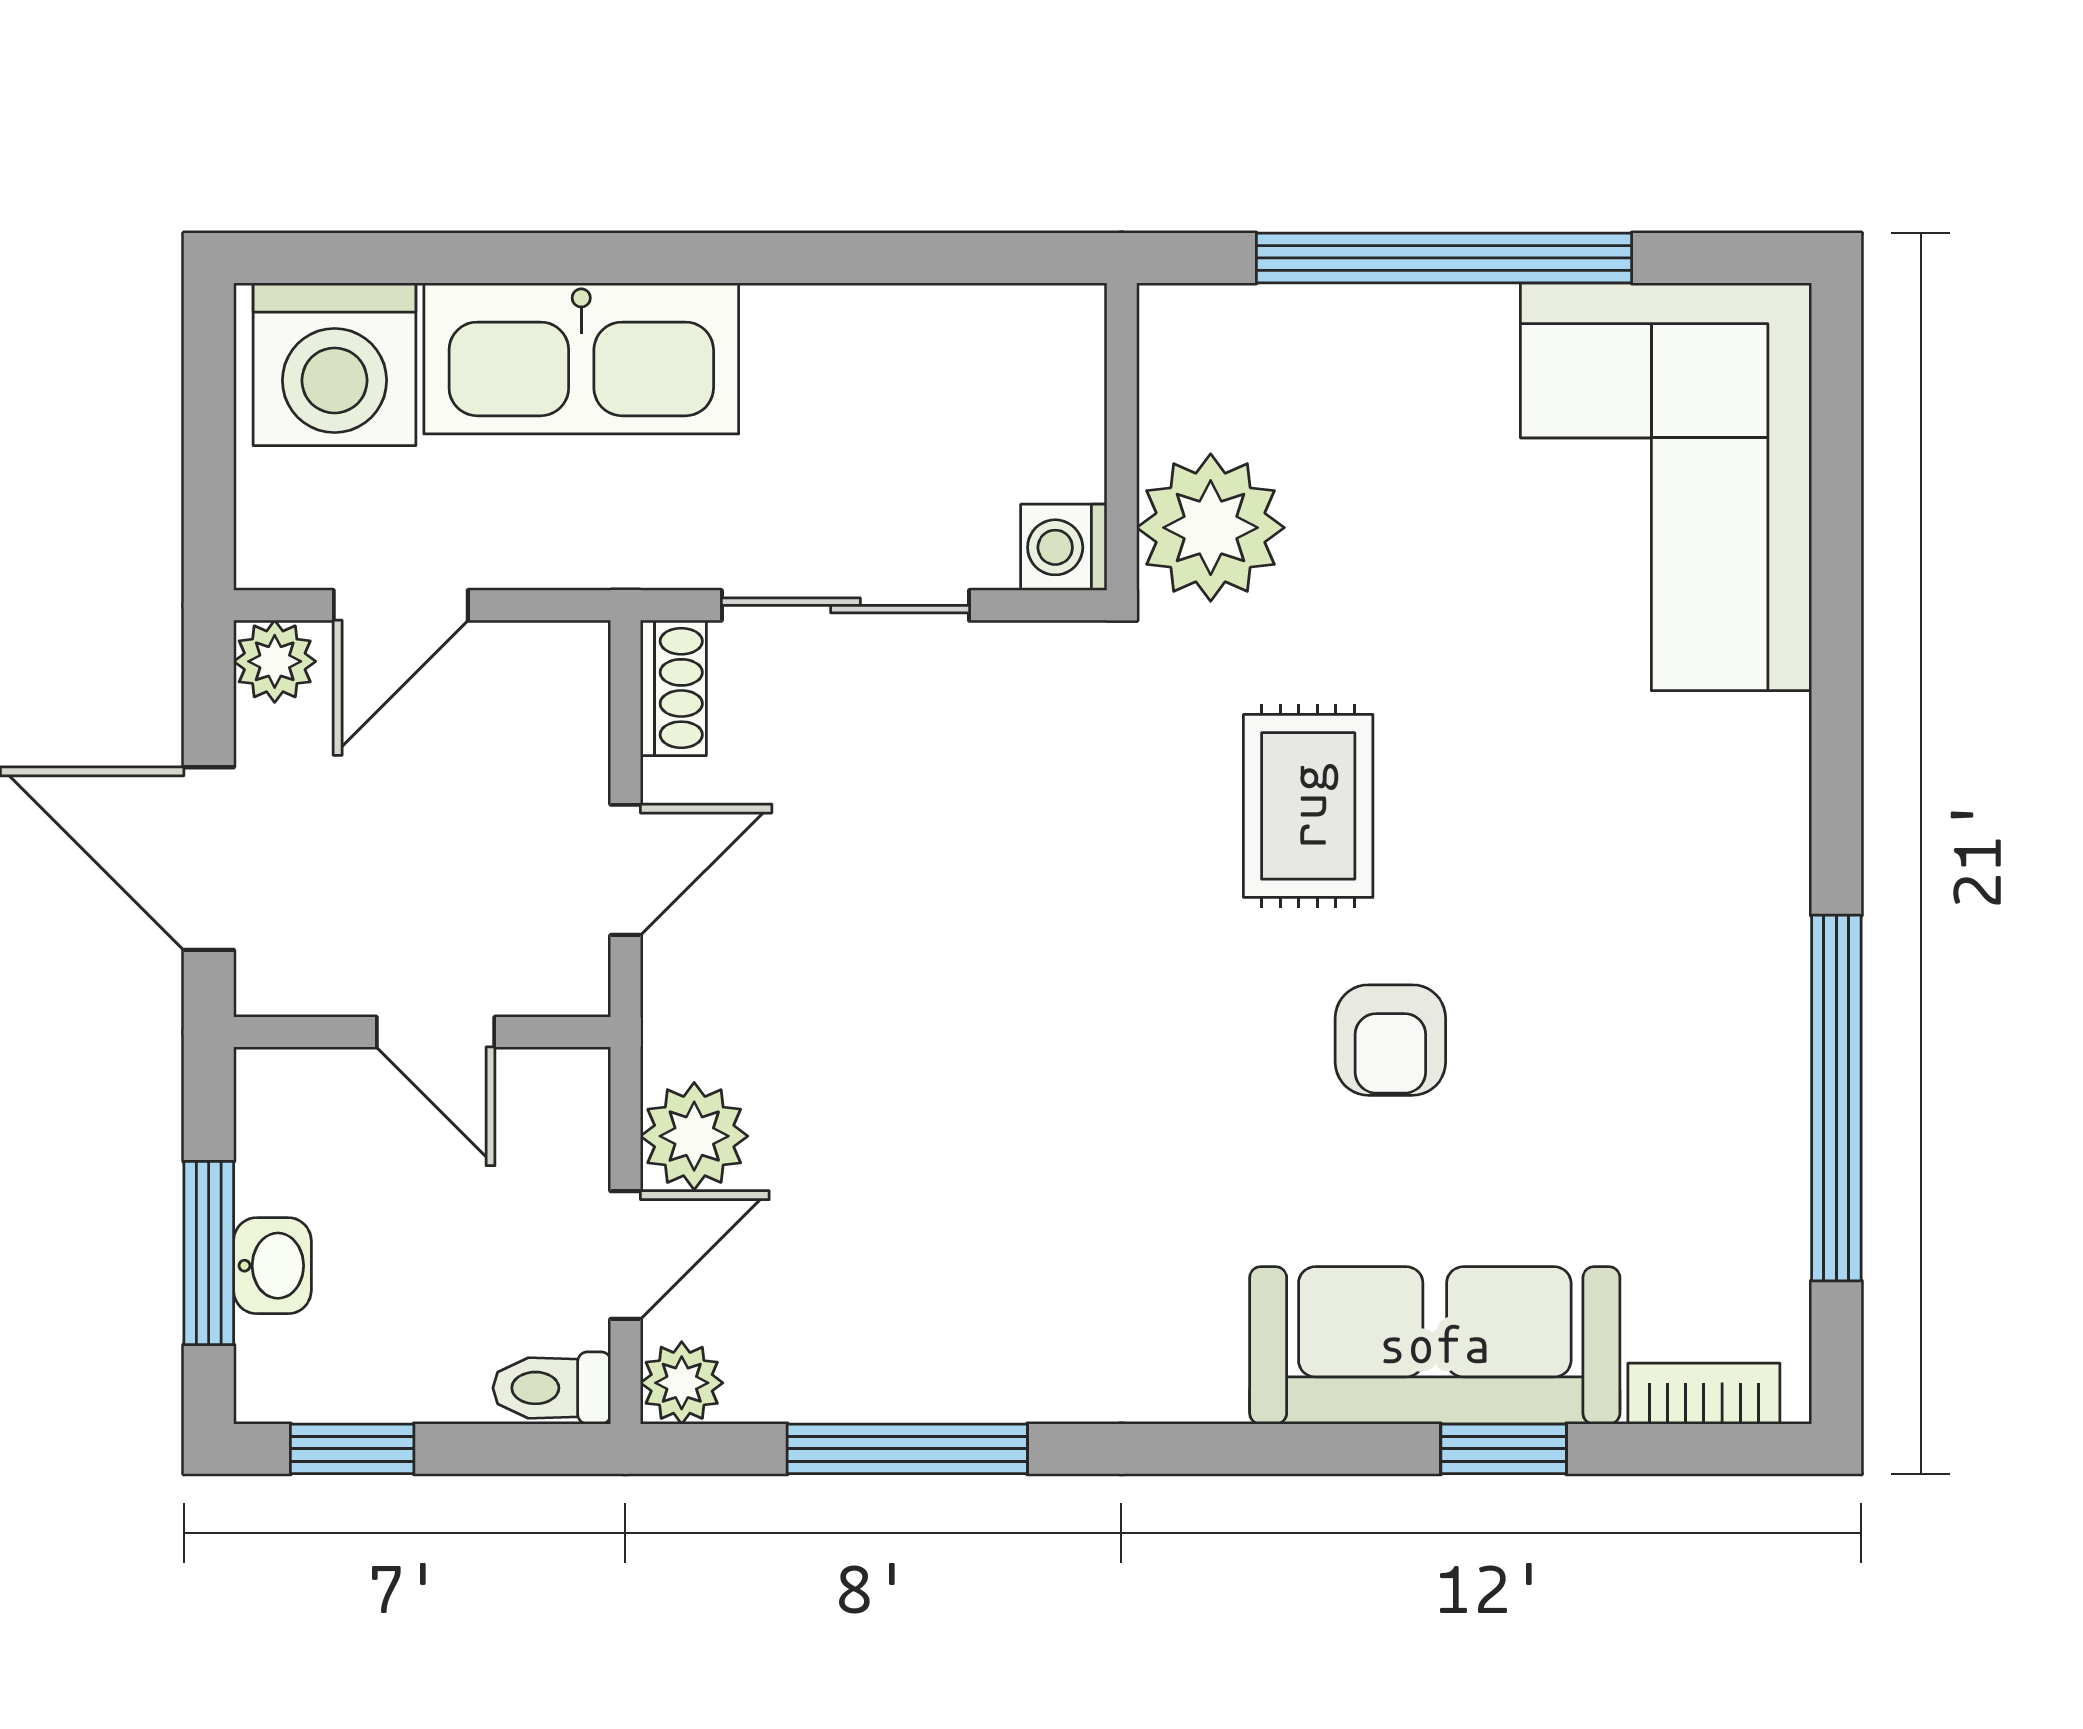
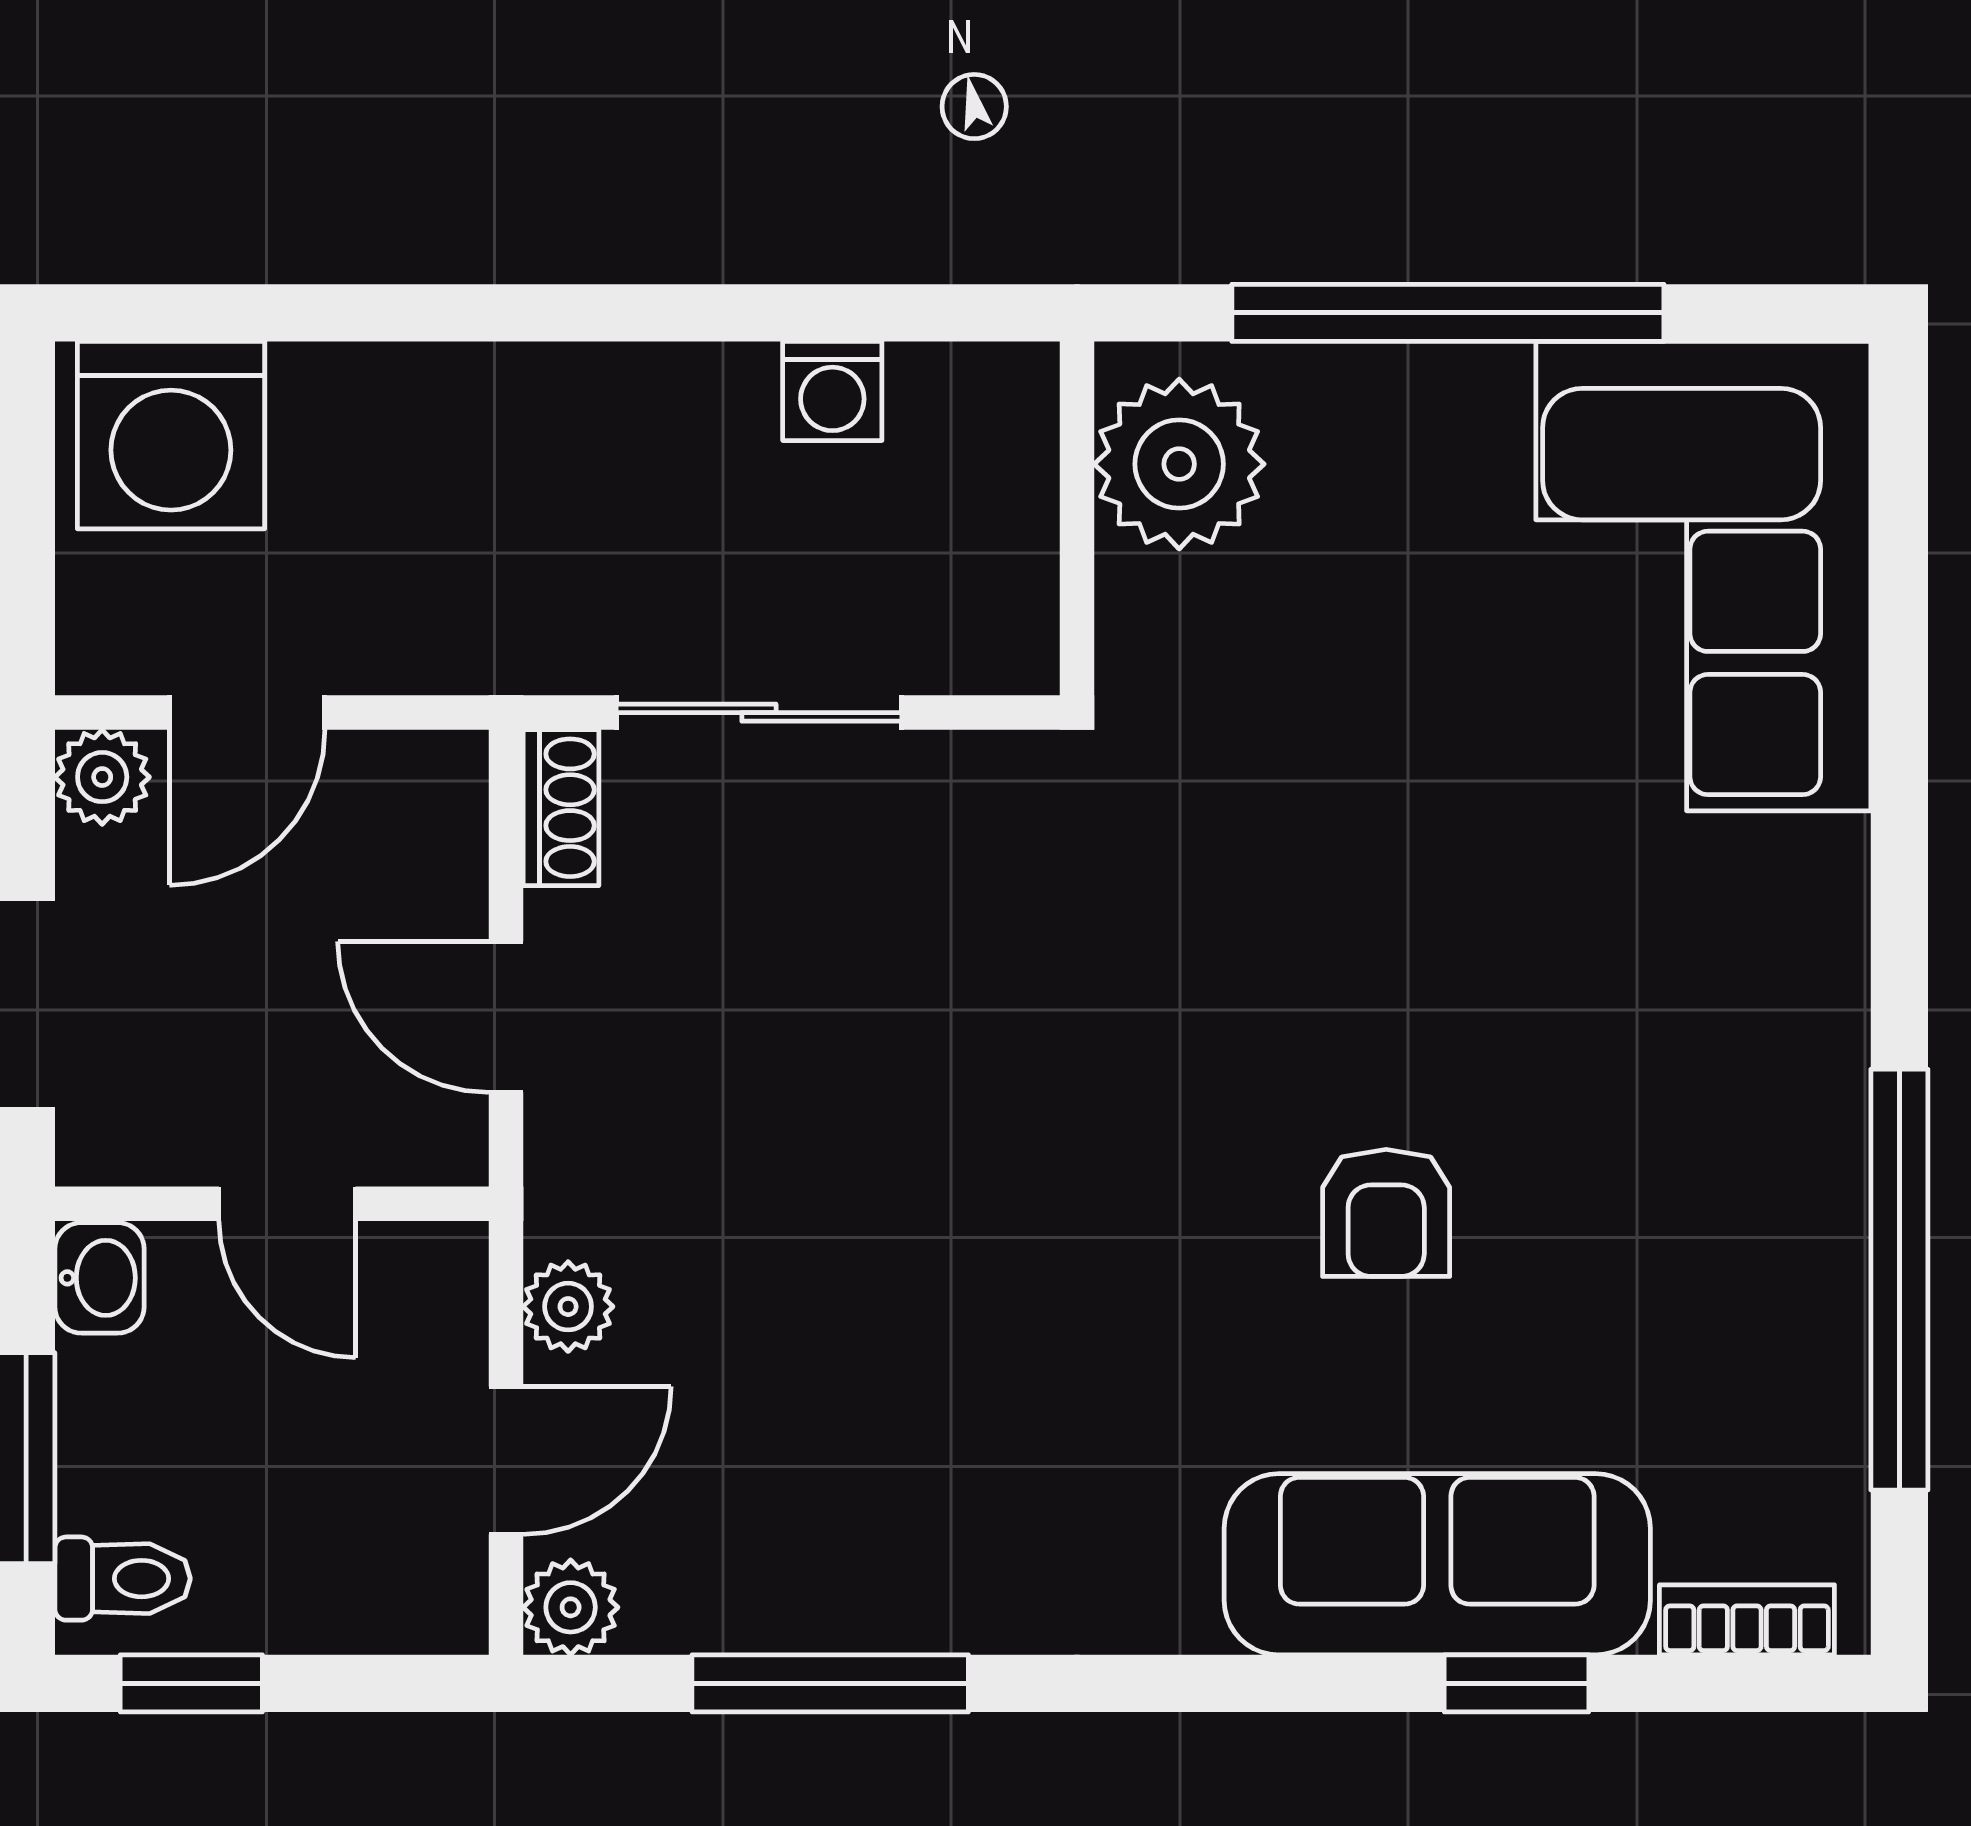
kitchen sink: (581, 358) -> (455, 428), removed
plant: (1211, 528) -> (1179, 464), moved
washing machine: (1064, 547) -> (832, 391), moved, turned -90
rug: (1308, 806) -> (1291, 943), removed
door: (626, 870) -> (506, 1017), swing flipped
plant: (694, 1136) -> (568, 1307), width x0.73, depth x0.73
washbasin: (272, 1266) -> (100, 1278), moved
toilet: (552, 1388) -> (123, 1579), moved, turned 180

